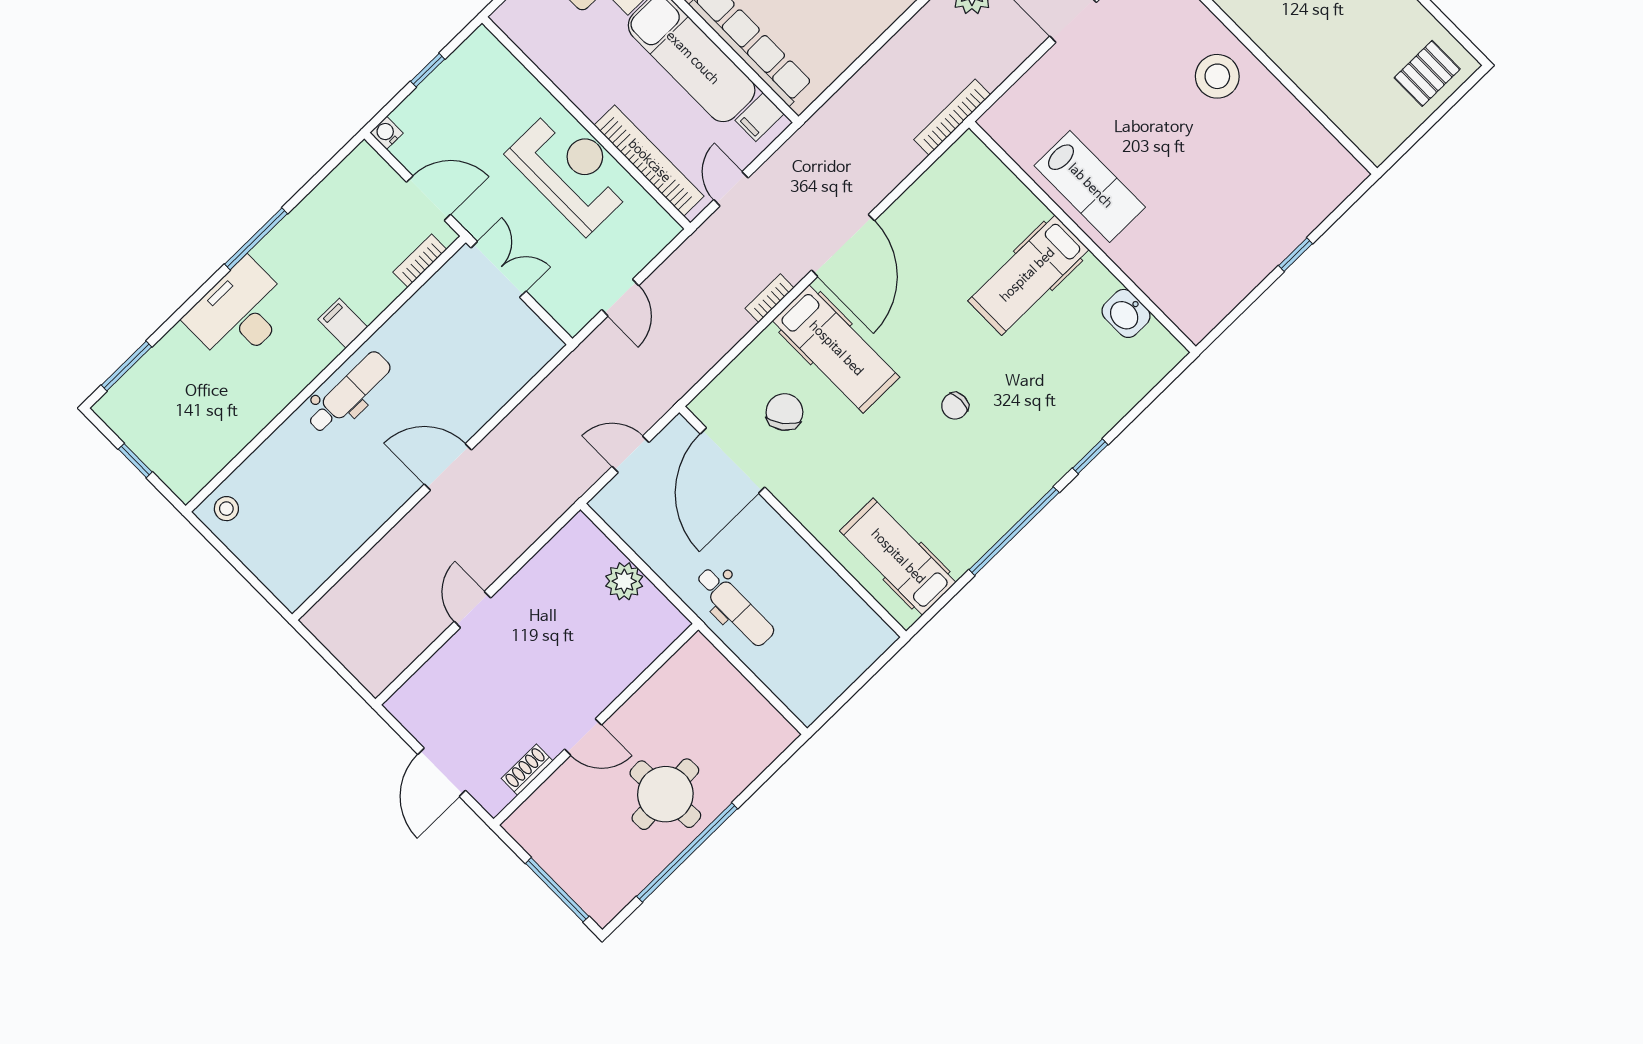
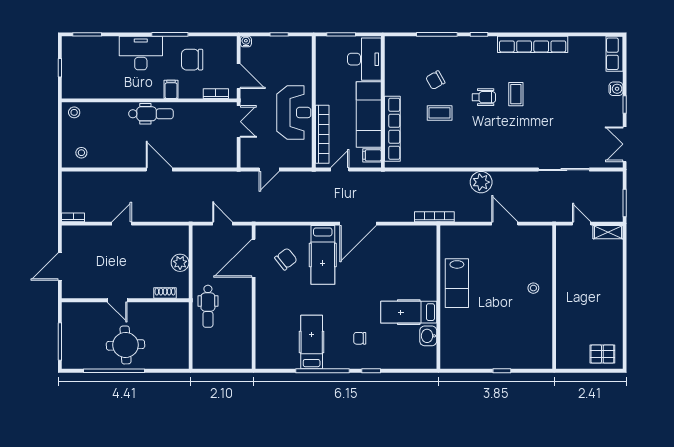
stool: (1217, 76) -> (533, 288), width x0.53, depth x0.53
chair: (330, 244) -> (192, 60), added
hospital bed: (1028, 275) -> (409, 312), moved
bookcase: (770, 298) -> (73, 217), moved
chair: (955, 406) -> (360, 338), moved
hospital bed: (898, 557) -> (312, 342), moved
stool: (300, 561) -> (81, 153), added
shoe rack: (527, 770) -> (165, 293), moved

